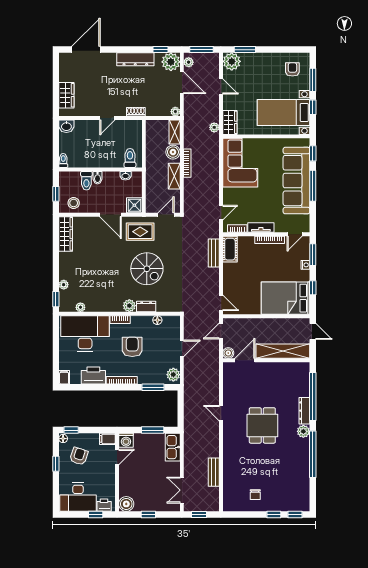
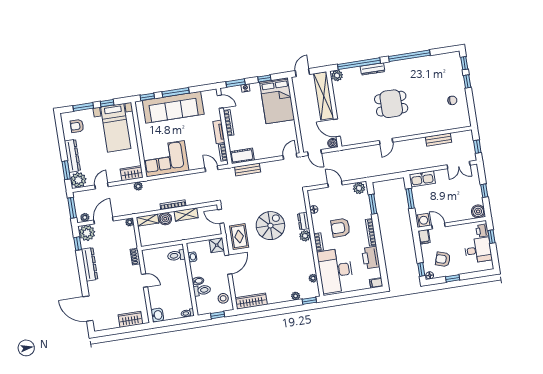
dresser: (260, 59) -> (72, 156), added
plant: (303, 431) -> (337, 76), moved
desk: (78, 497) -> (478, 250), width x0.73

